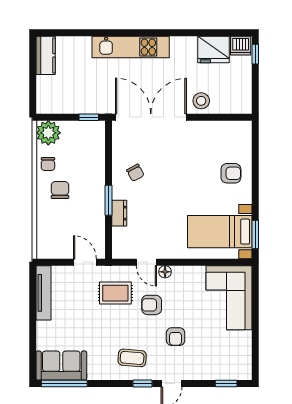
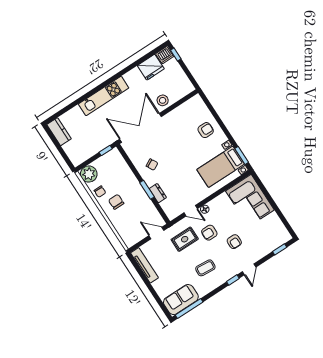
coffee table: (132, 358) -> (205, 268), moved

